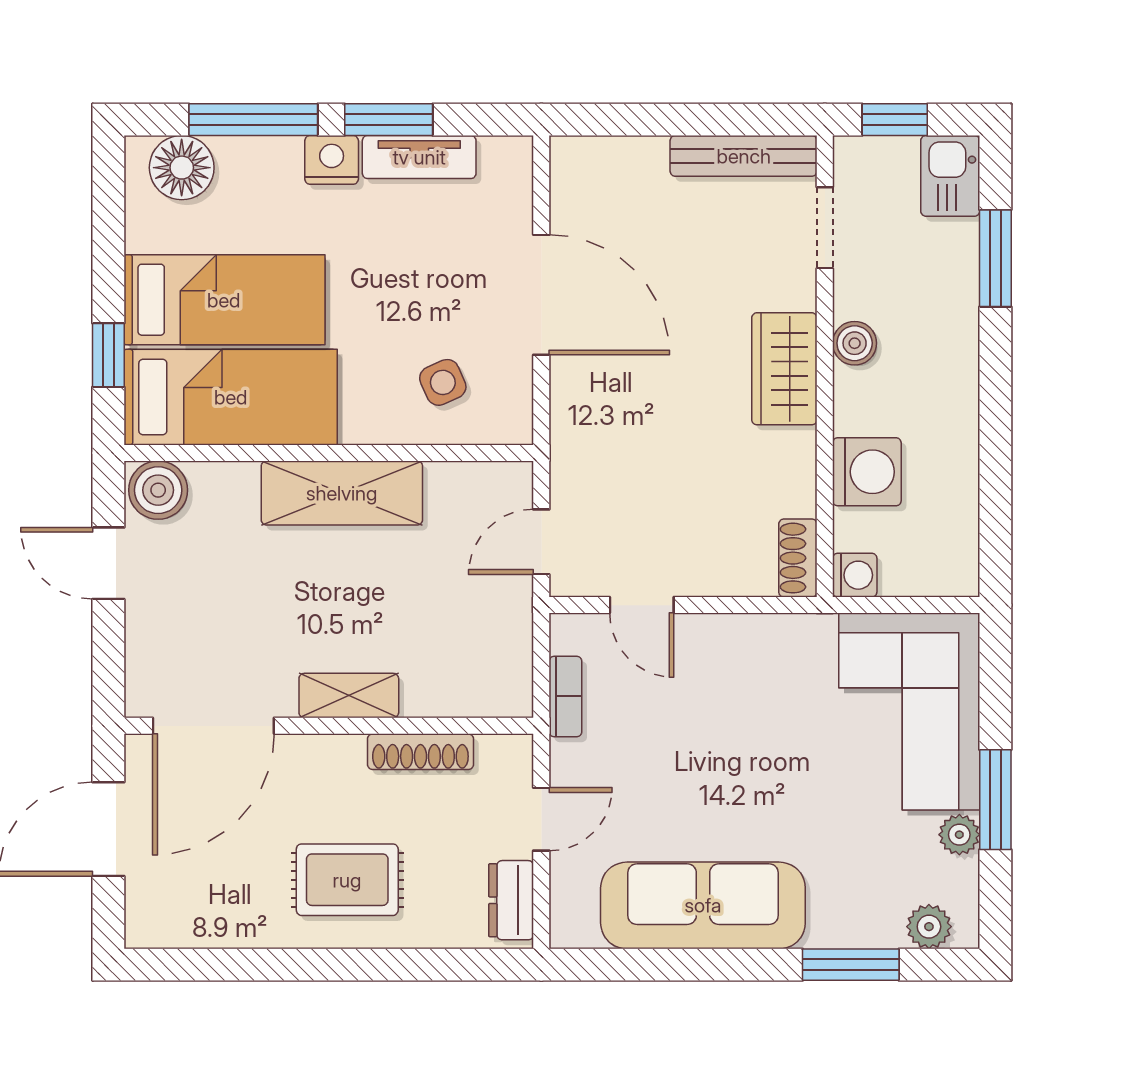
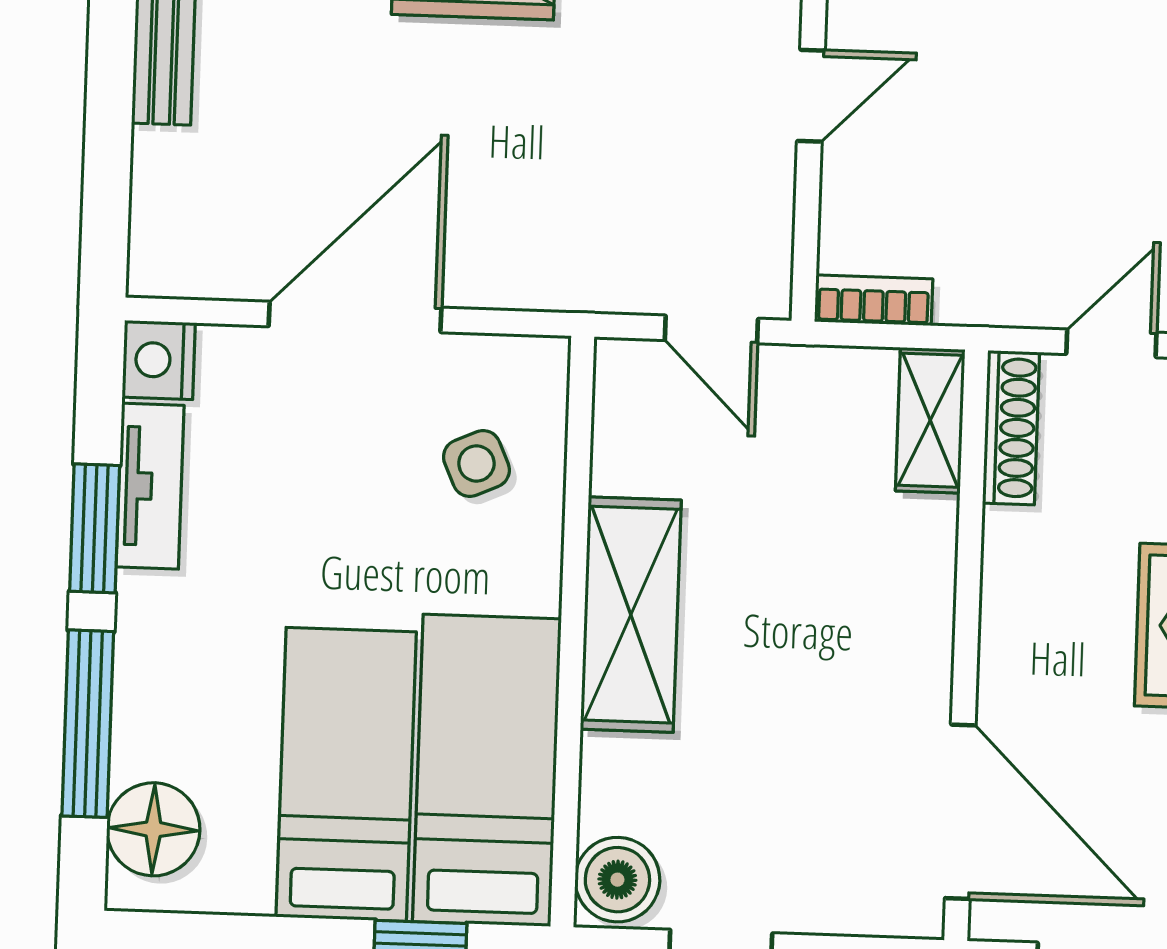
nightstand: (332, 160) -> (159, 360), moved
door: (642, 605) -> (811, 96), moved
shelving: (349, 696) -> (930, 420), moved
bookcase: (565, 696) -> (874, 300), moved
shoe rack: (420, 752) -> (1011, 428), moved
door: (541, 819) -> (1111, 343), hinge flipped

